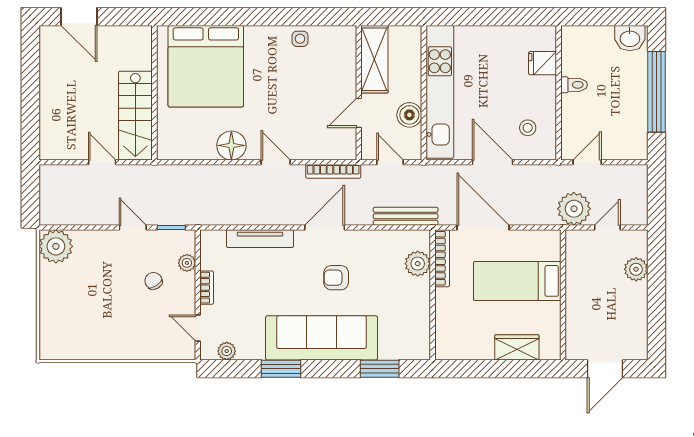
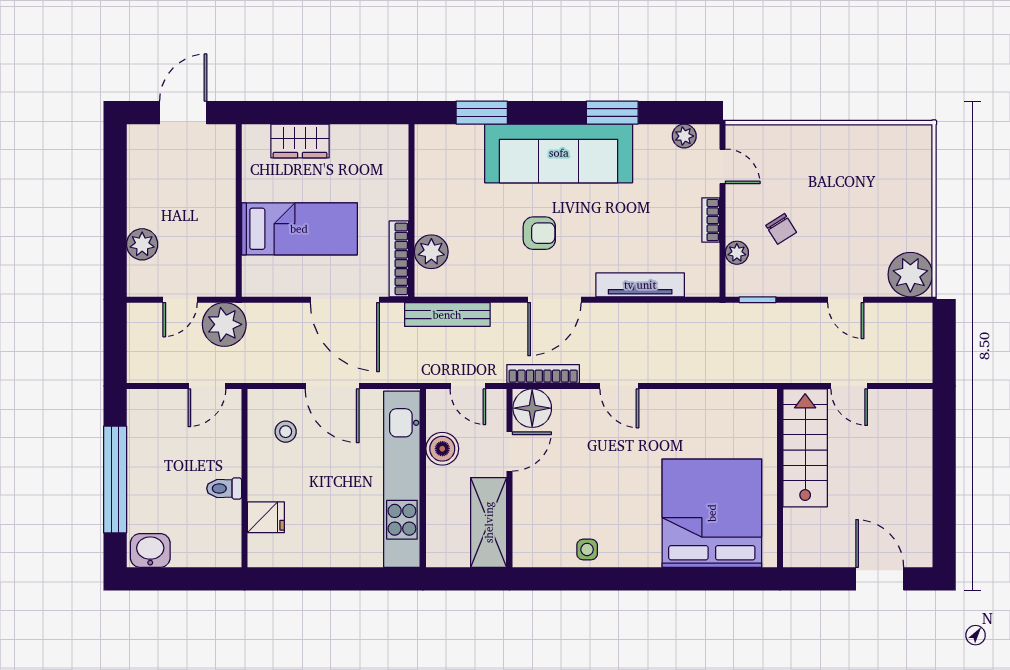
floor lamp: (231, 145) -> (532, 408), moved
door: (133, 227) -> (846, 300), moved

